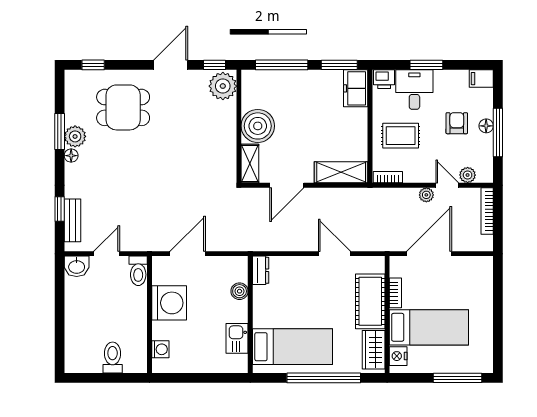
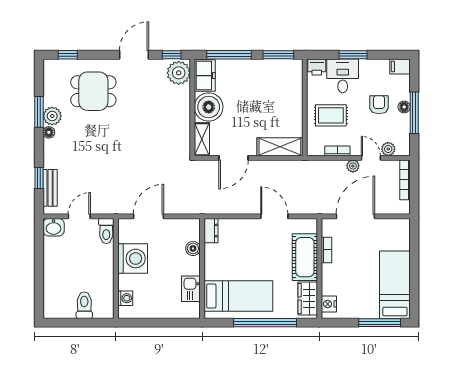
freezer: (356, 88) -> (205, 76), moved, turned 180
bookcase: (388, 177) -> (337, 151), moved
bed: (429, 327) -> (395, 285), moved, turned -90

